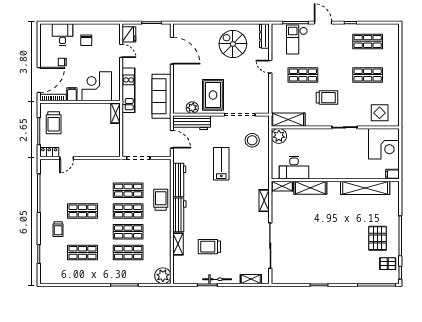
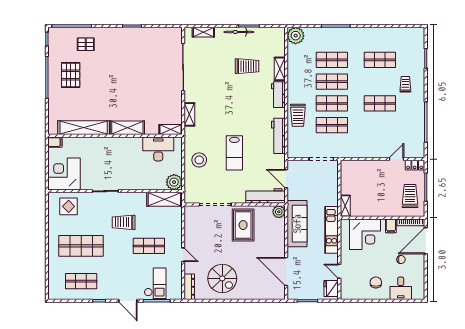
shop shelf: (368, 75) -> (81, 246), width x1.43, depth x1.36
plant: (192, 108) -> (279, 212), moved
stool: (252, 140) -> (199, 160), moved
shelving: (310, 188) -> (127, 128), moved
workbench: (179, 215) -> (278, 95), width x0.73
pallet: (388, 264) -> (86, 44), moved

